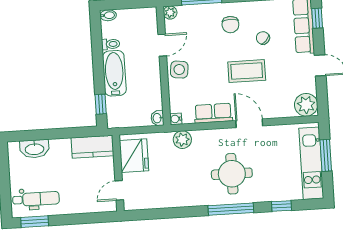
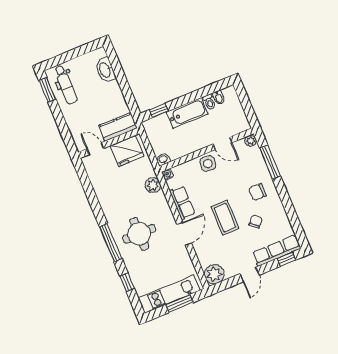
bidet: (108, 15) -> (219, 98), moved
kitchen counter: (92, 147) -> (118, 127), moved, turned 90

